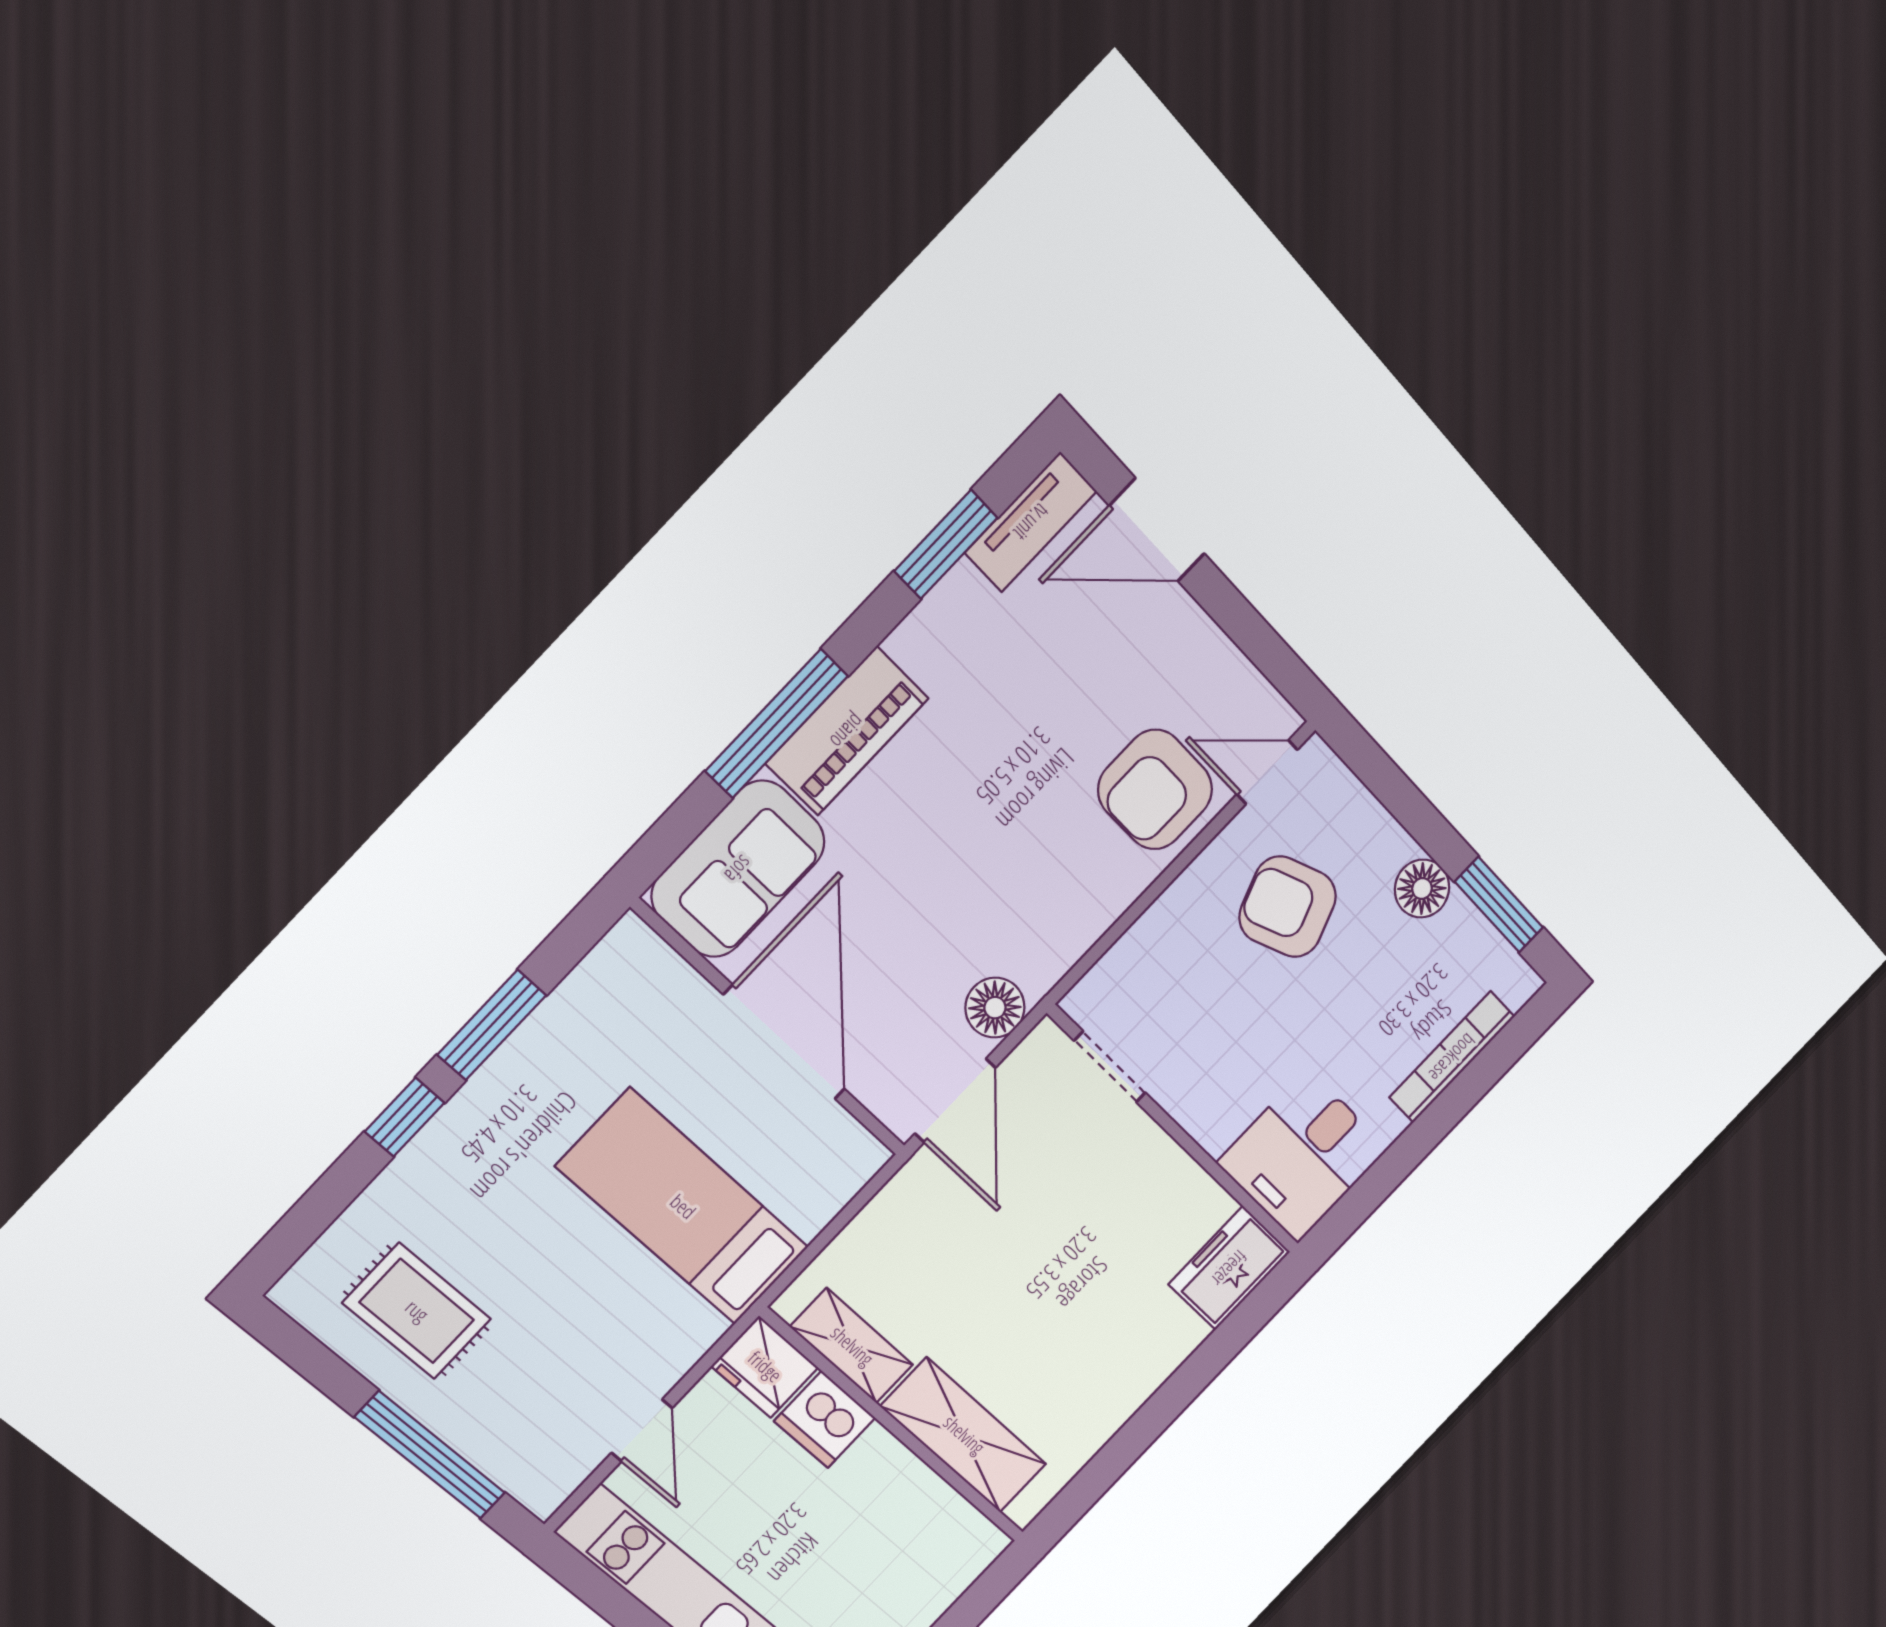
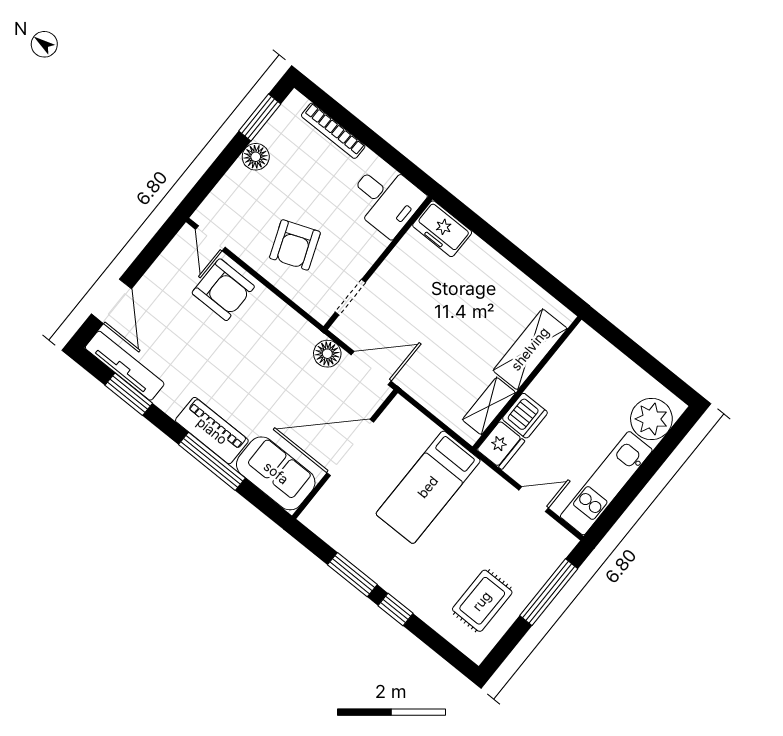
tv unit: (1031, 522) -> (125, 366), width x1.41
armchair: (1288, 907) -> (295, 245), moved

